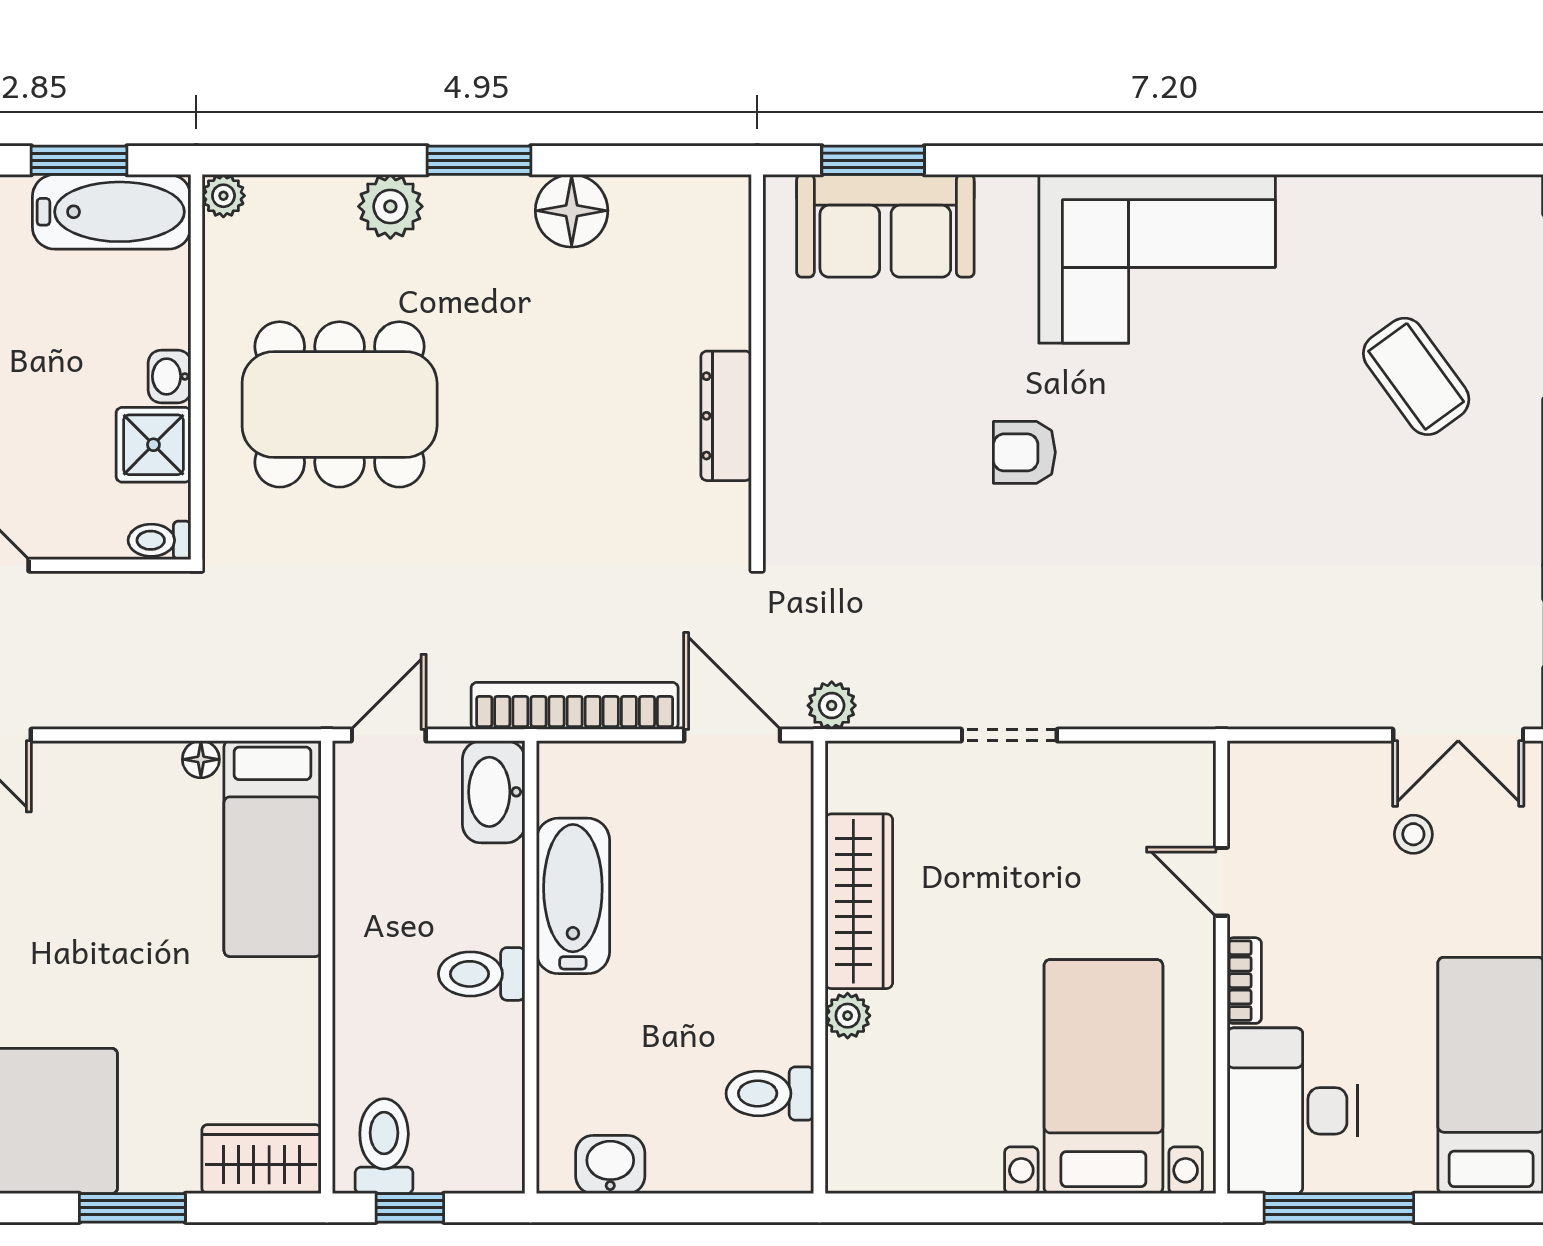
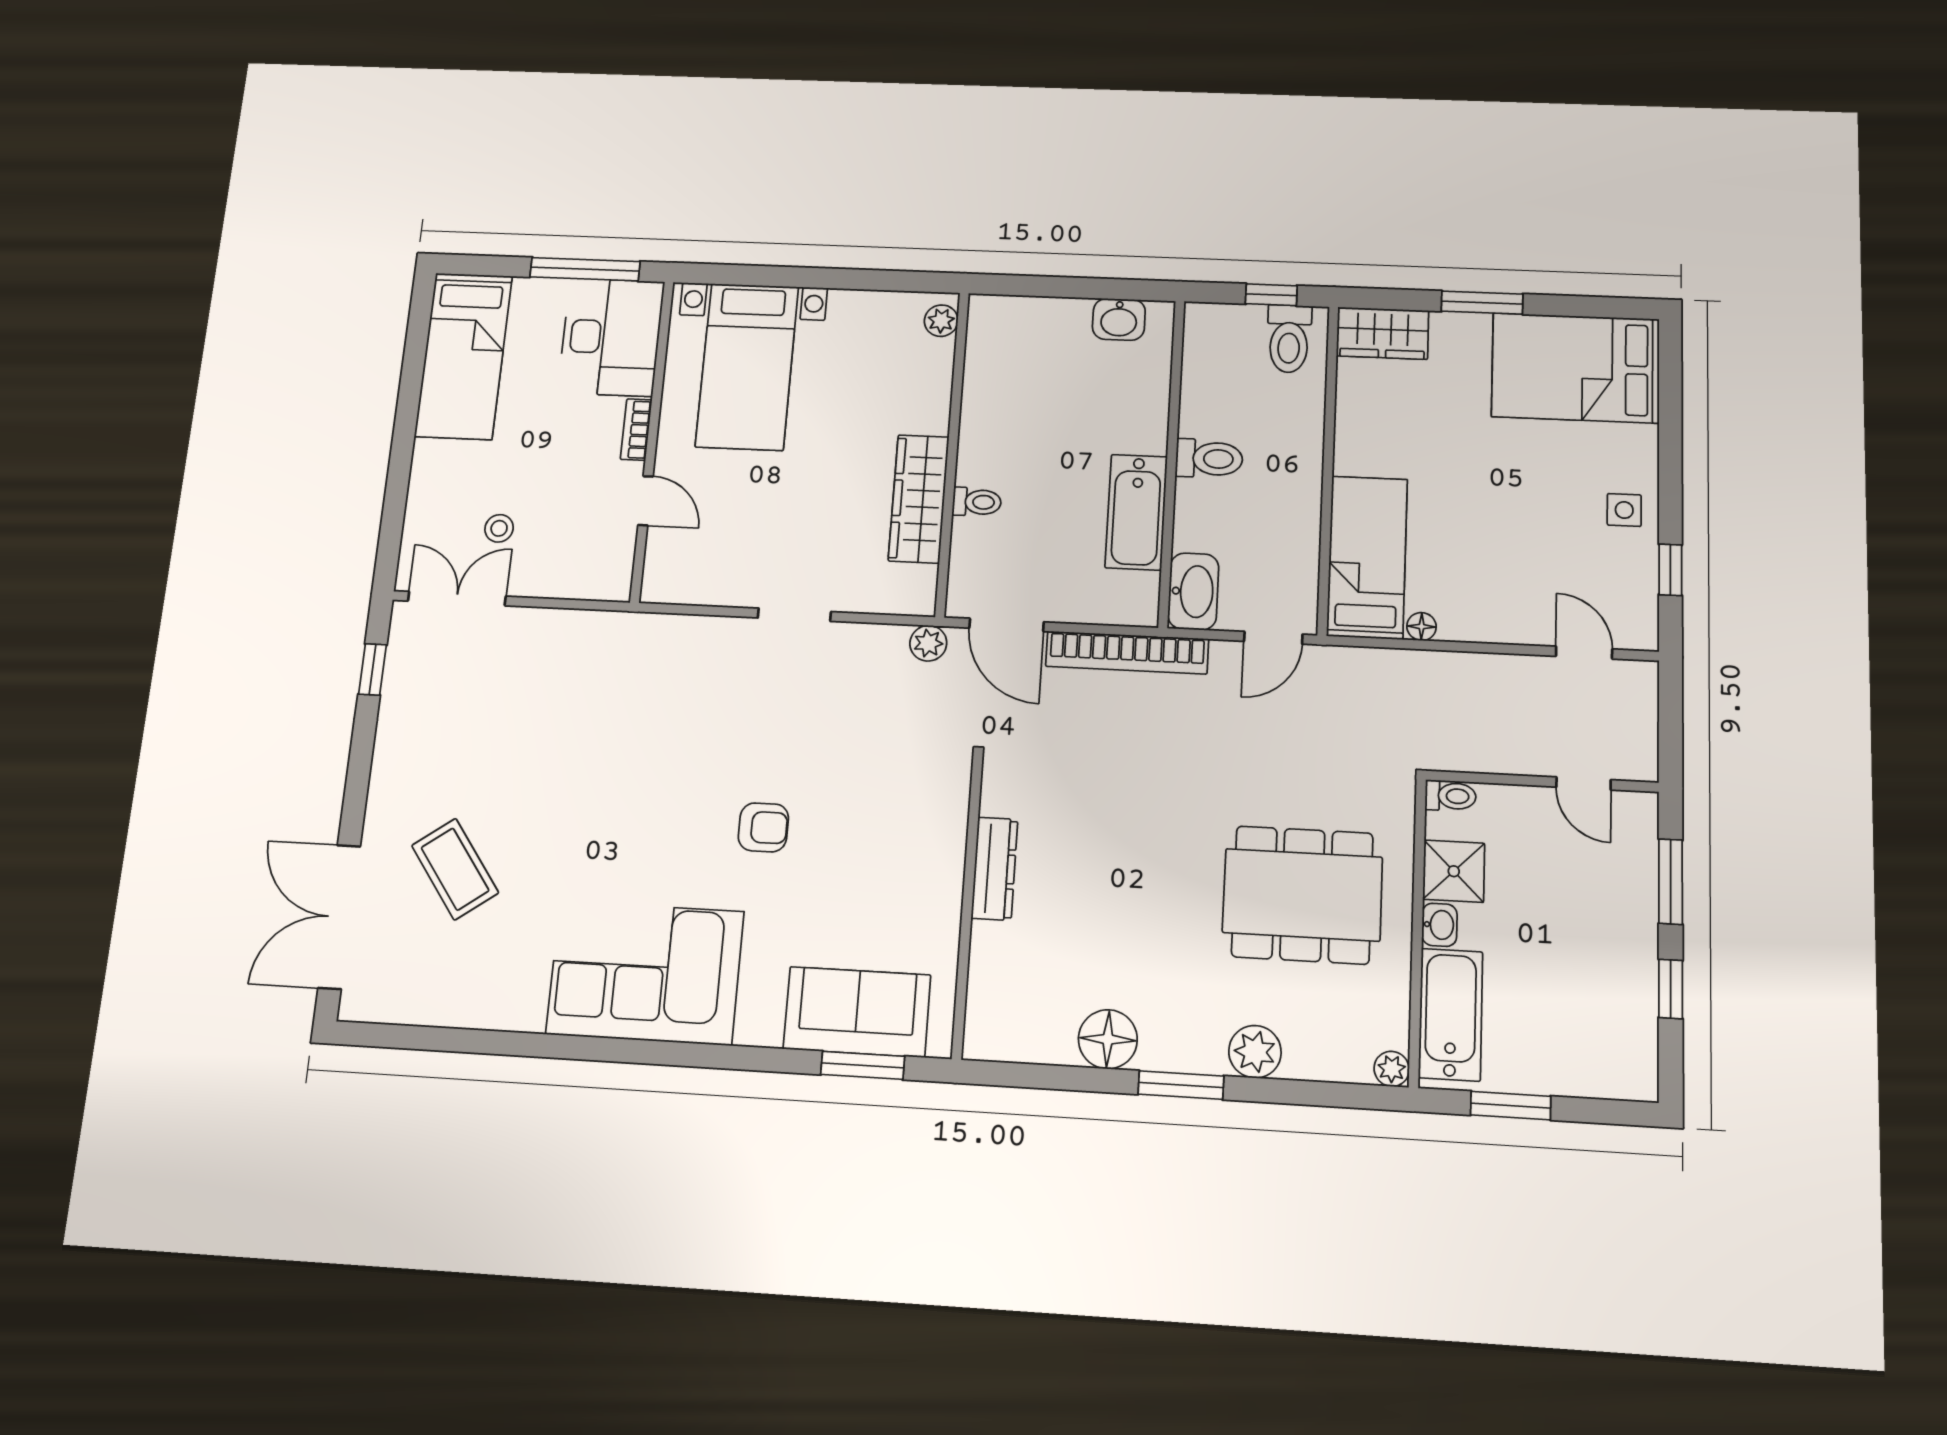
bathtub: (112, 212) -> (1451, 1015), moved, turned 90
plant: (848, 1016) -> (941, 321), moved
toilet: (770, 1093) -> (977, 502), moved, width x0.73, depth x0.72

